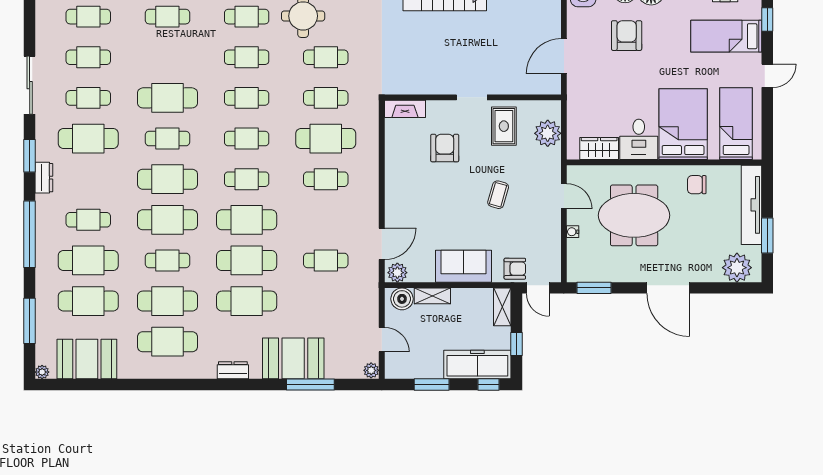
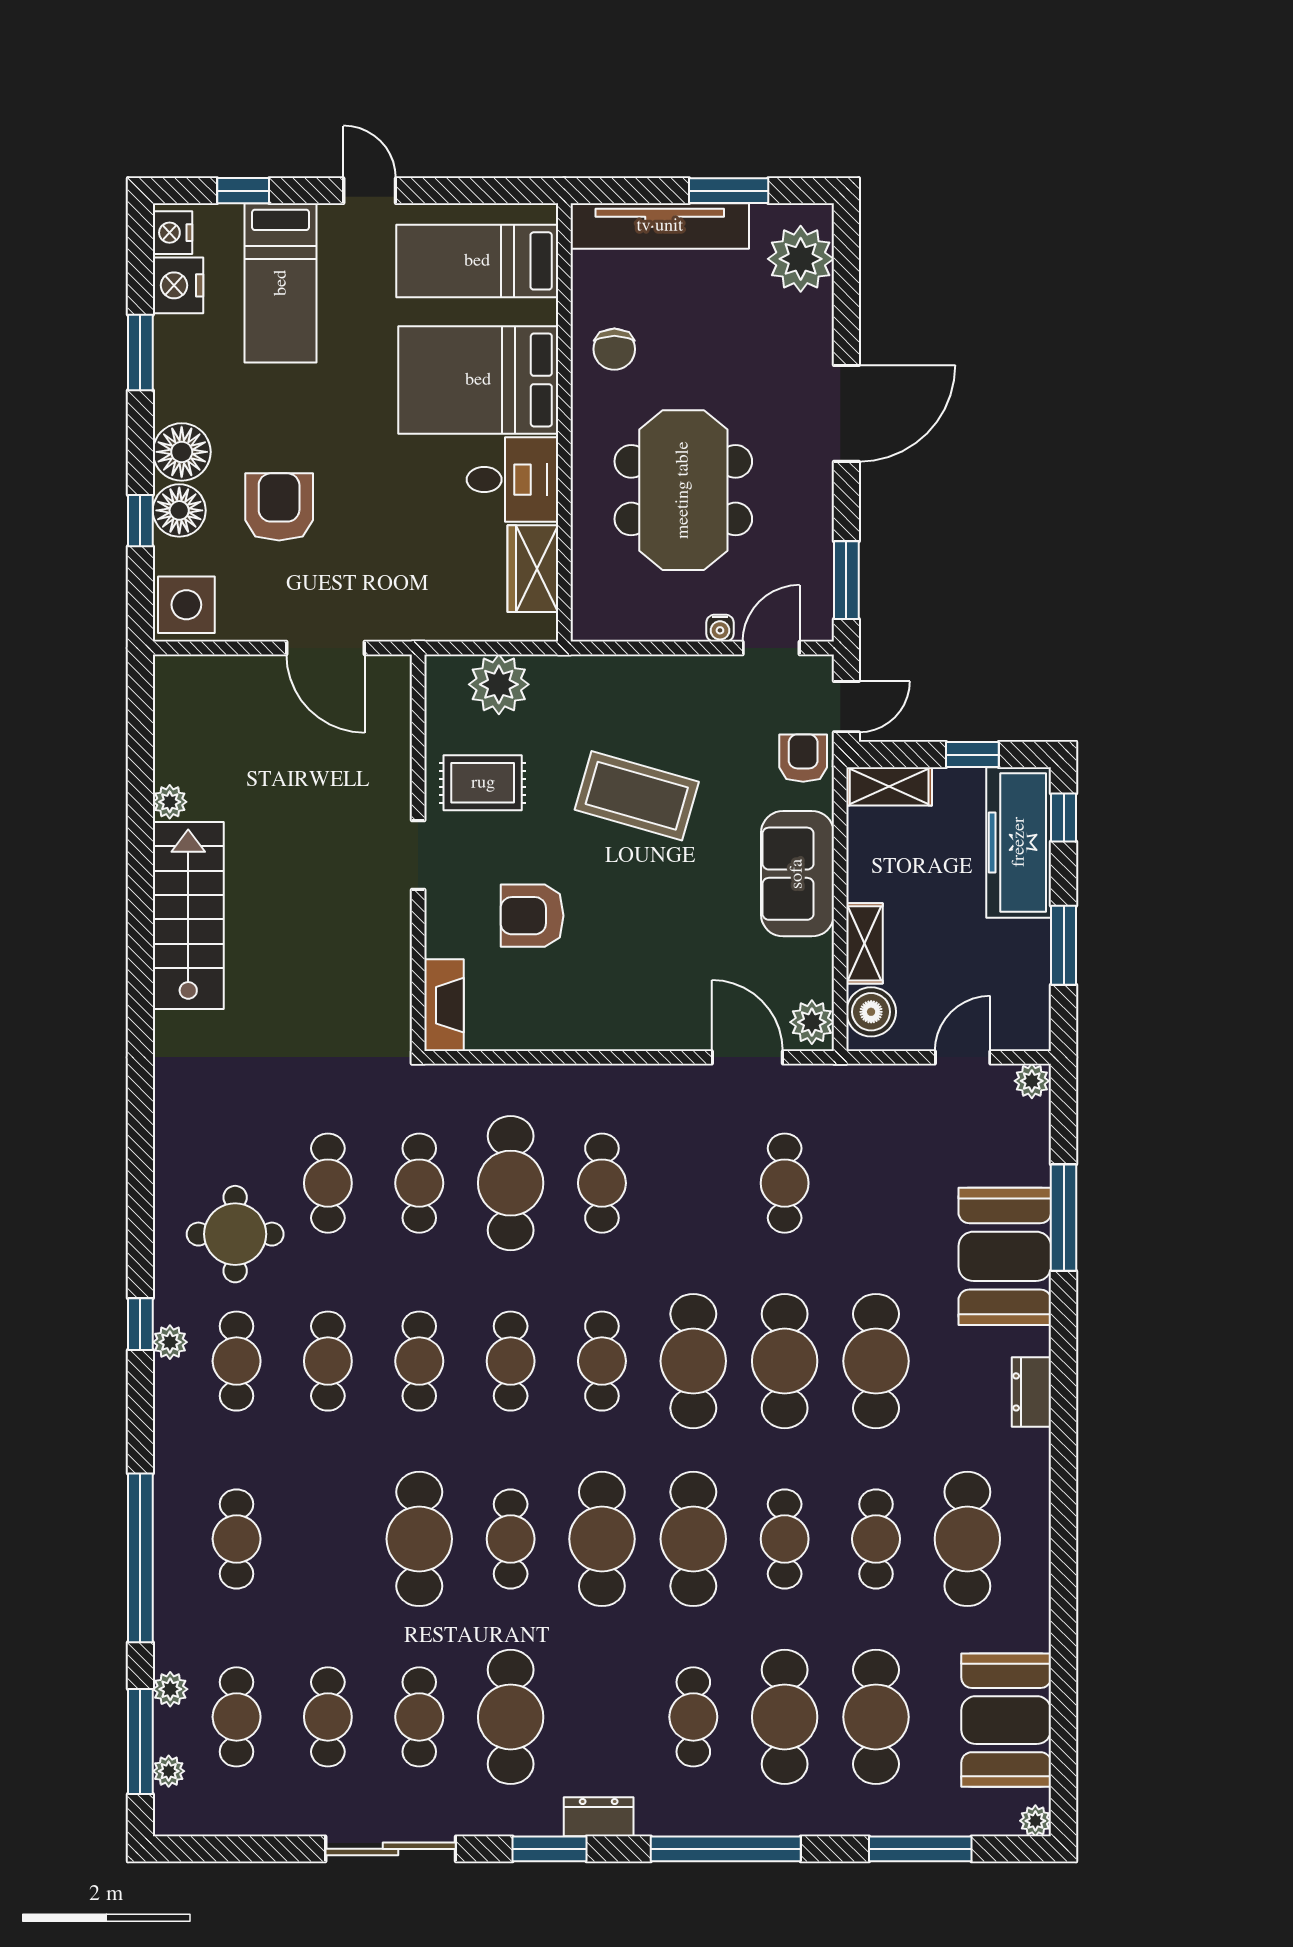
armchair: (627, 36) -> (279, 507), turned 90
coffee table: (498, 195) -> (637, 796), width x1.86, depth x1.72
door: (564, 196) -> (771, 648), moved
cafe table: (167, 301) -> (876, 1539), width x0.73, depth x0.74

